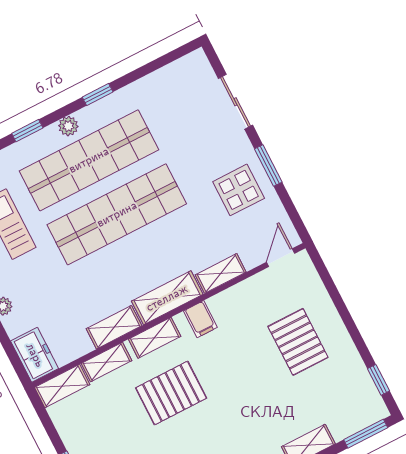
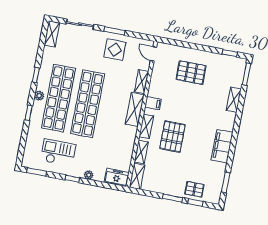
shelving: (114, 327) -> (52, 34), moved

